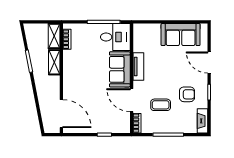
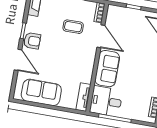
tv unit: (138, 67) -> (83, 97), moved
armchair: (187, 94) -> (32, 41), moved, turned 180

